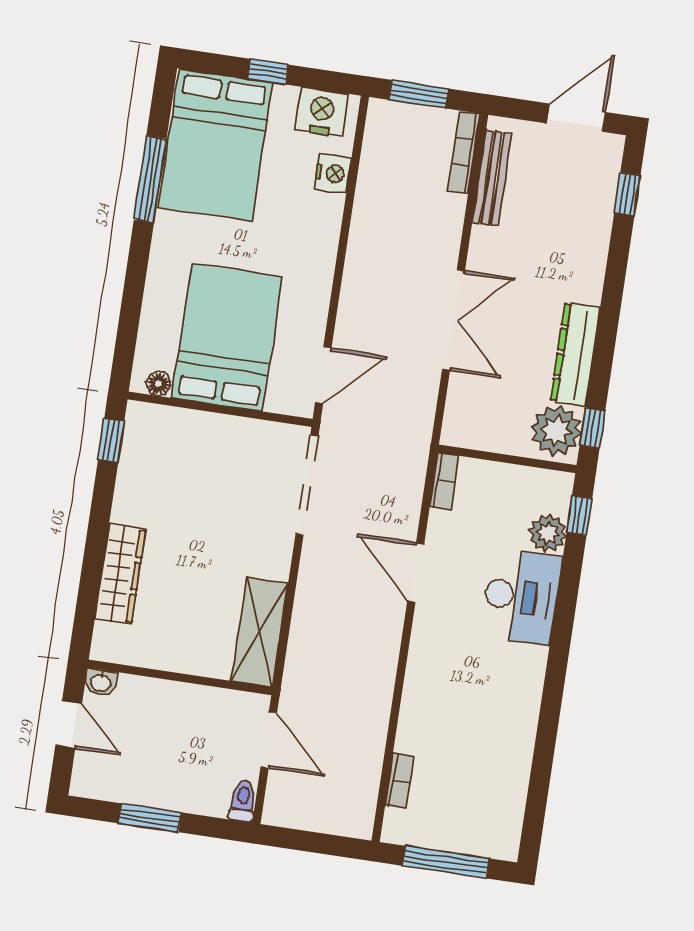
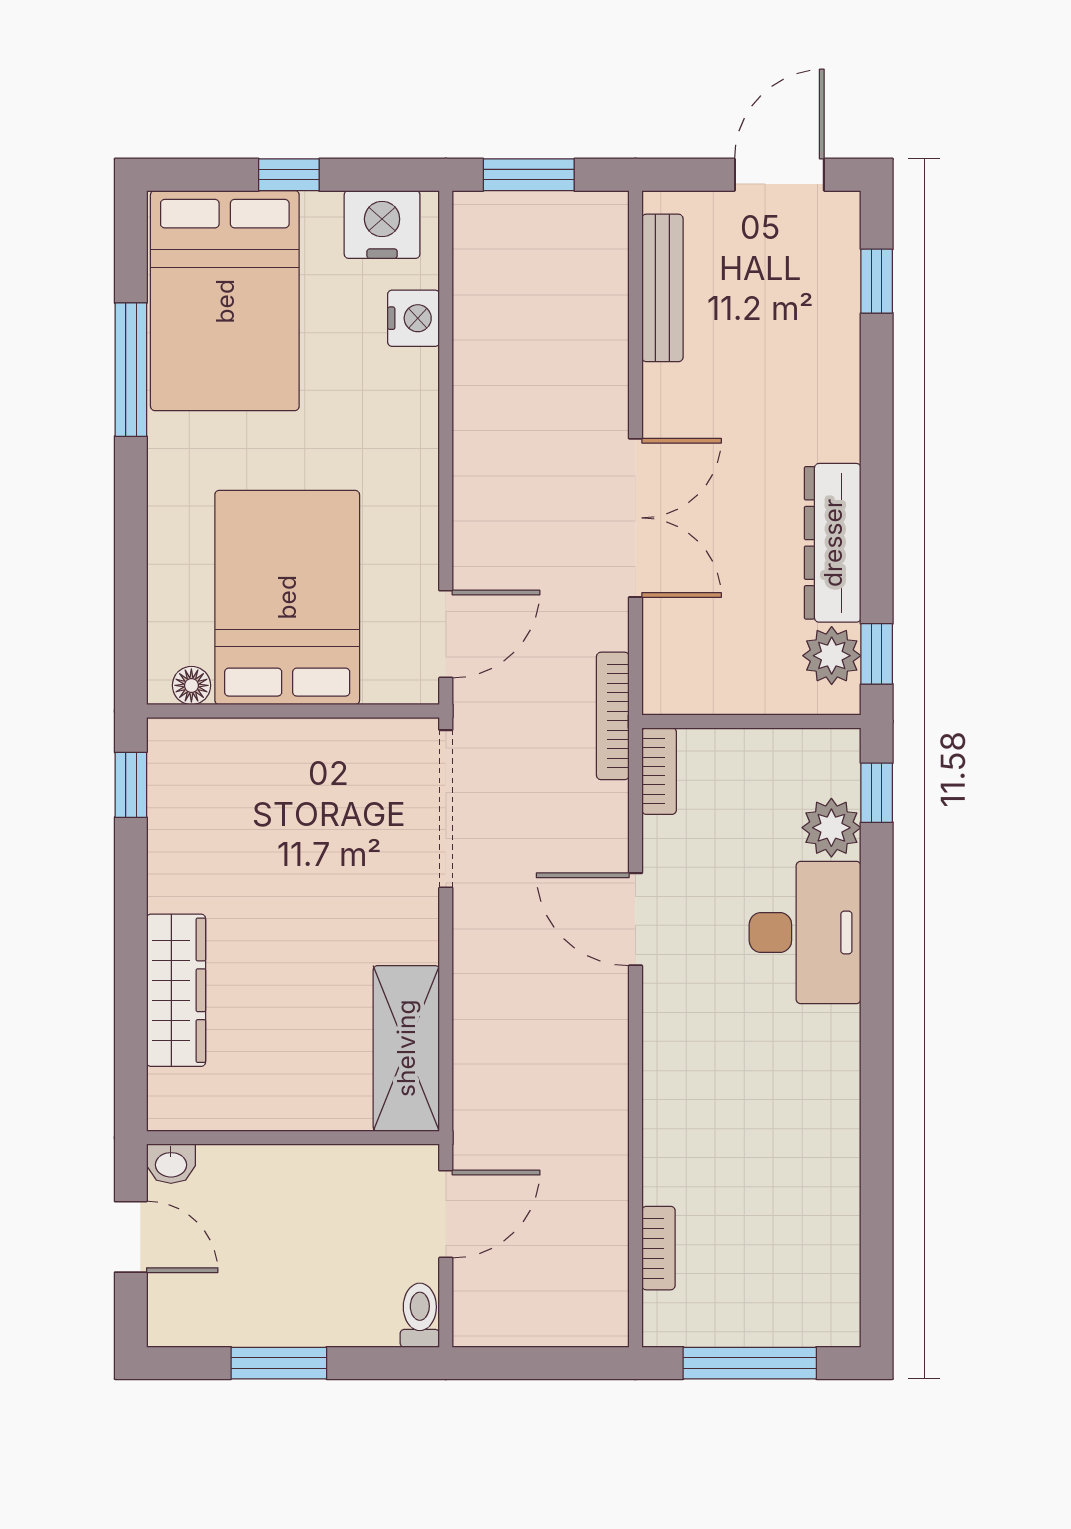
bookcase: (464, 152) -> (613, 716), moved
plant: (556, 431) -> (832, 656), width x0.73, depth x0.73
door: (269, 740) -> (446, 1214), hinge flipped

